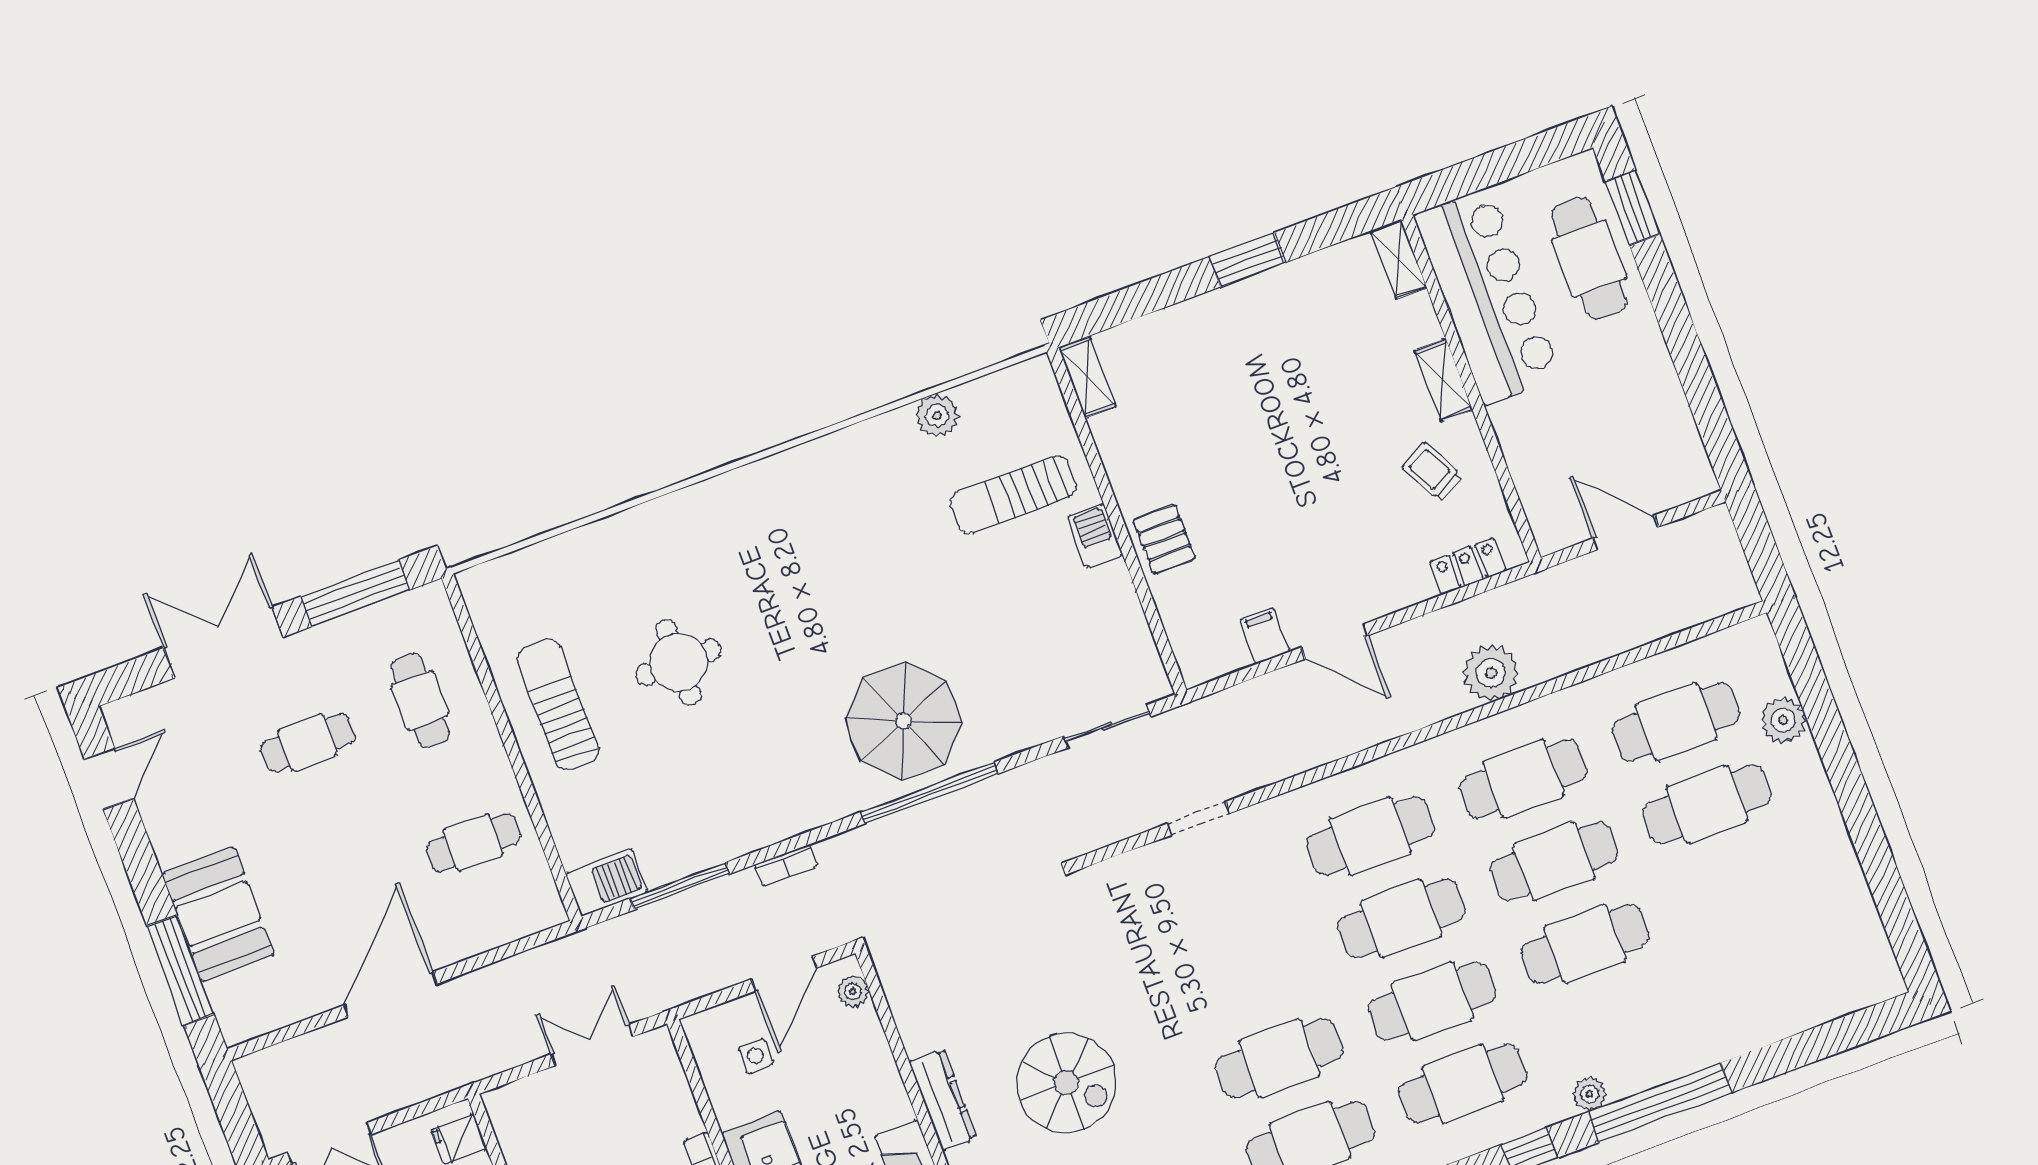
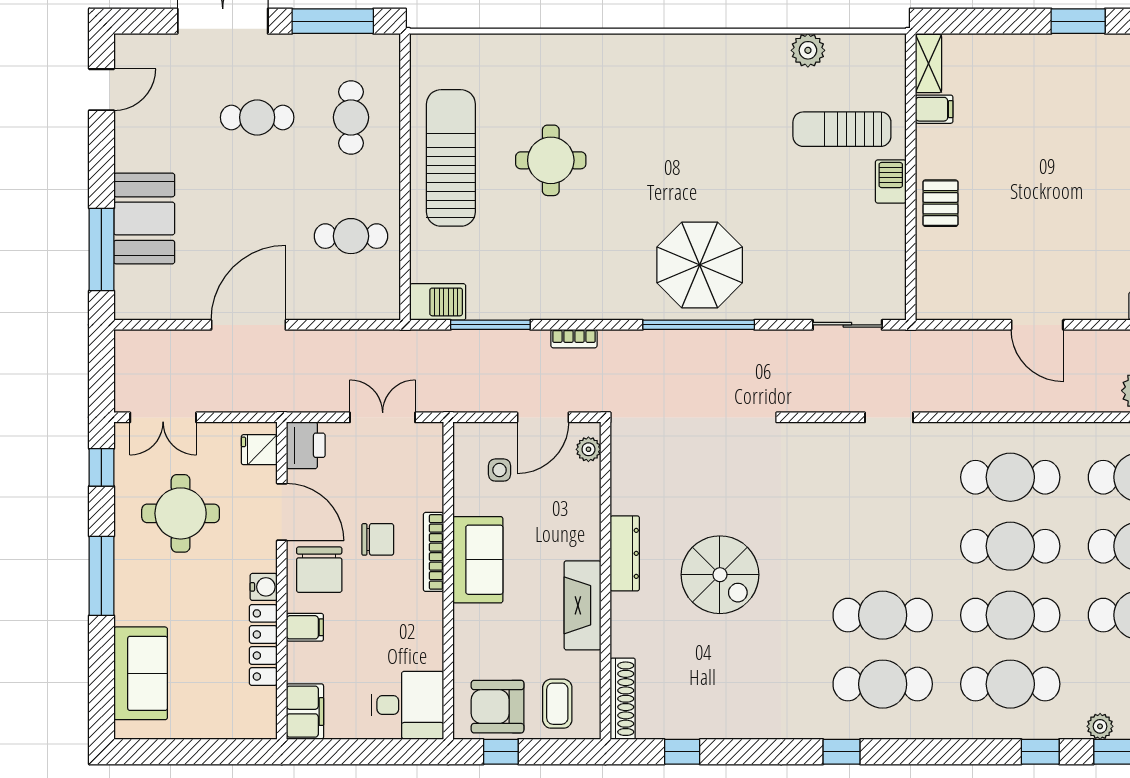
filing cabinet: (1265, 636) -> (934, 109), moved, turned 90
sun lounger: (558, 704) -> (451, 158), width x1.36, depth x1.34
printer: (513, 1113) -> (306, 445), added

